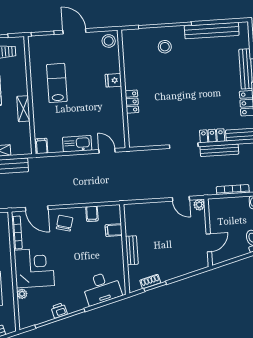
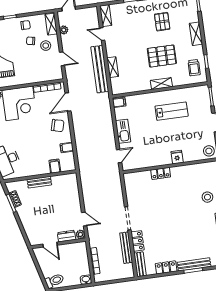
shelving: (23, 109) -> (161, 84), moved
door: (181, 199) -> (84, 219), swing flipped
dresser: (200, 222) -> (67, 236), added

